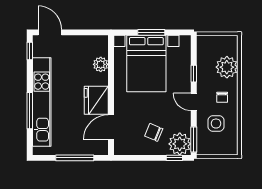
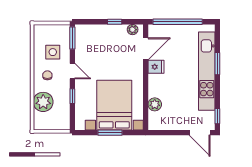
fridge: (96, 100) -> (156, 67), width x0.53, depth x0.75
window: (30, 111) -> (217, 64), width x0.69
chair: (154, 132) -> (108, 44), removed
plant: (180, 144) -> (133, 30), moved, width x0.53, depth x0.53
window: (75, 158) -> (178, 22), width x1.46
window: (174, 158) -> (115, 22), moved

